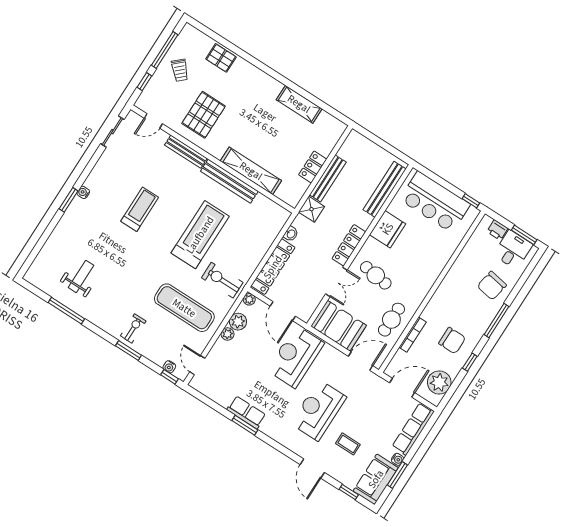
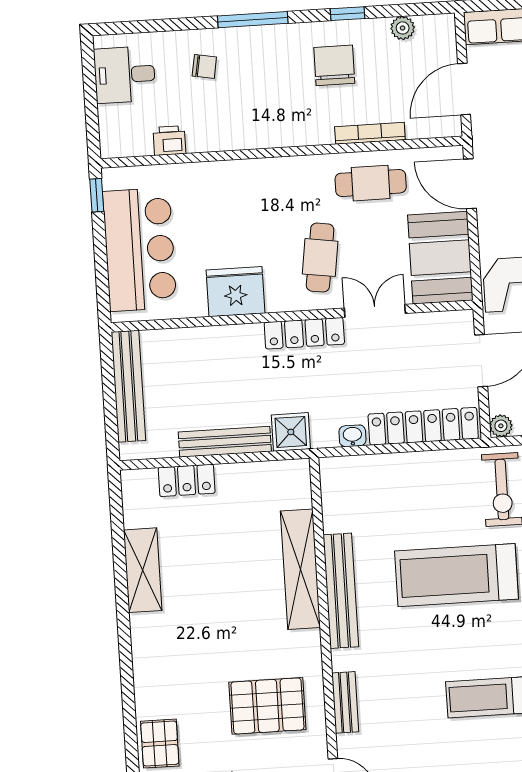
bench: (186, 152) -> (345, 702), width x0.73
locker: (313, 167) -> (187, 480), moved
bench: (385, 189) -> (128, 386), moved, turned 90
printer: (497, 230) -> (169, 141), moved, turned -90
window: (524, 235) -> (89, 74), removed
chair: (492, 286) -> (204, 66), width x0.54, depth x0.54
plant: (439, 382) -> (403, 28), width x0.53, depth x0.53
door: (402, 388) -> (464, 89), hinge flipped

